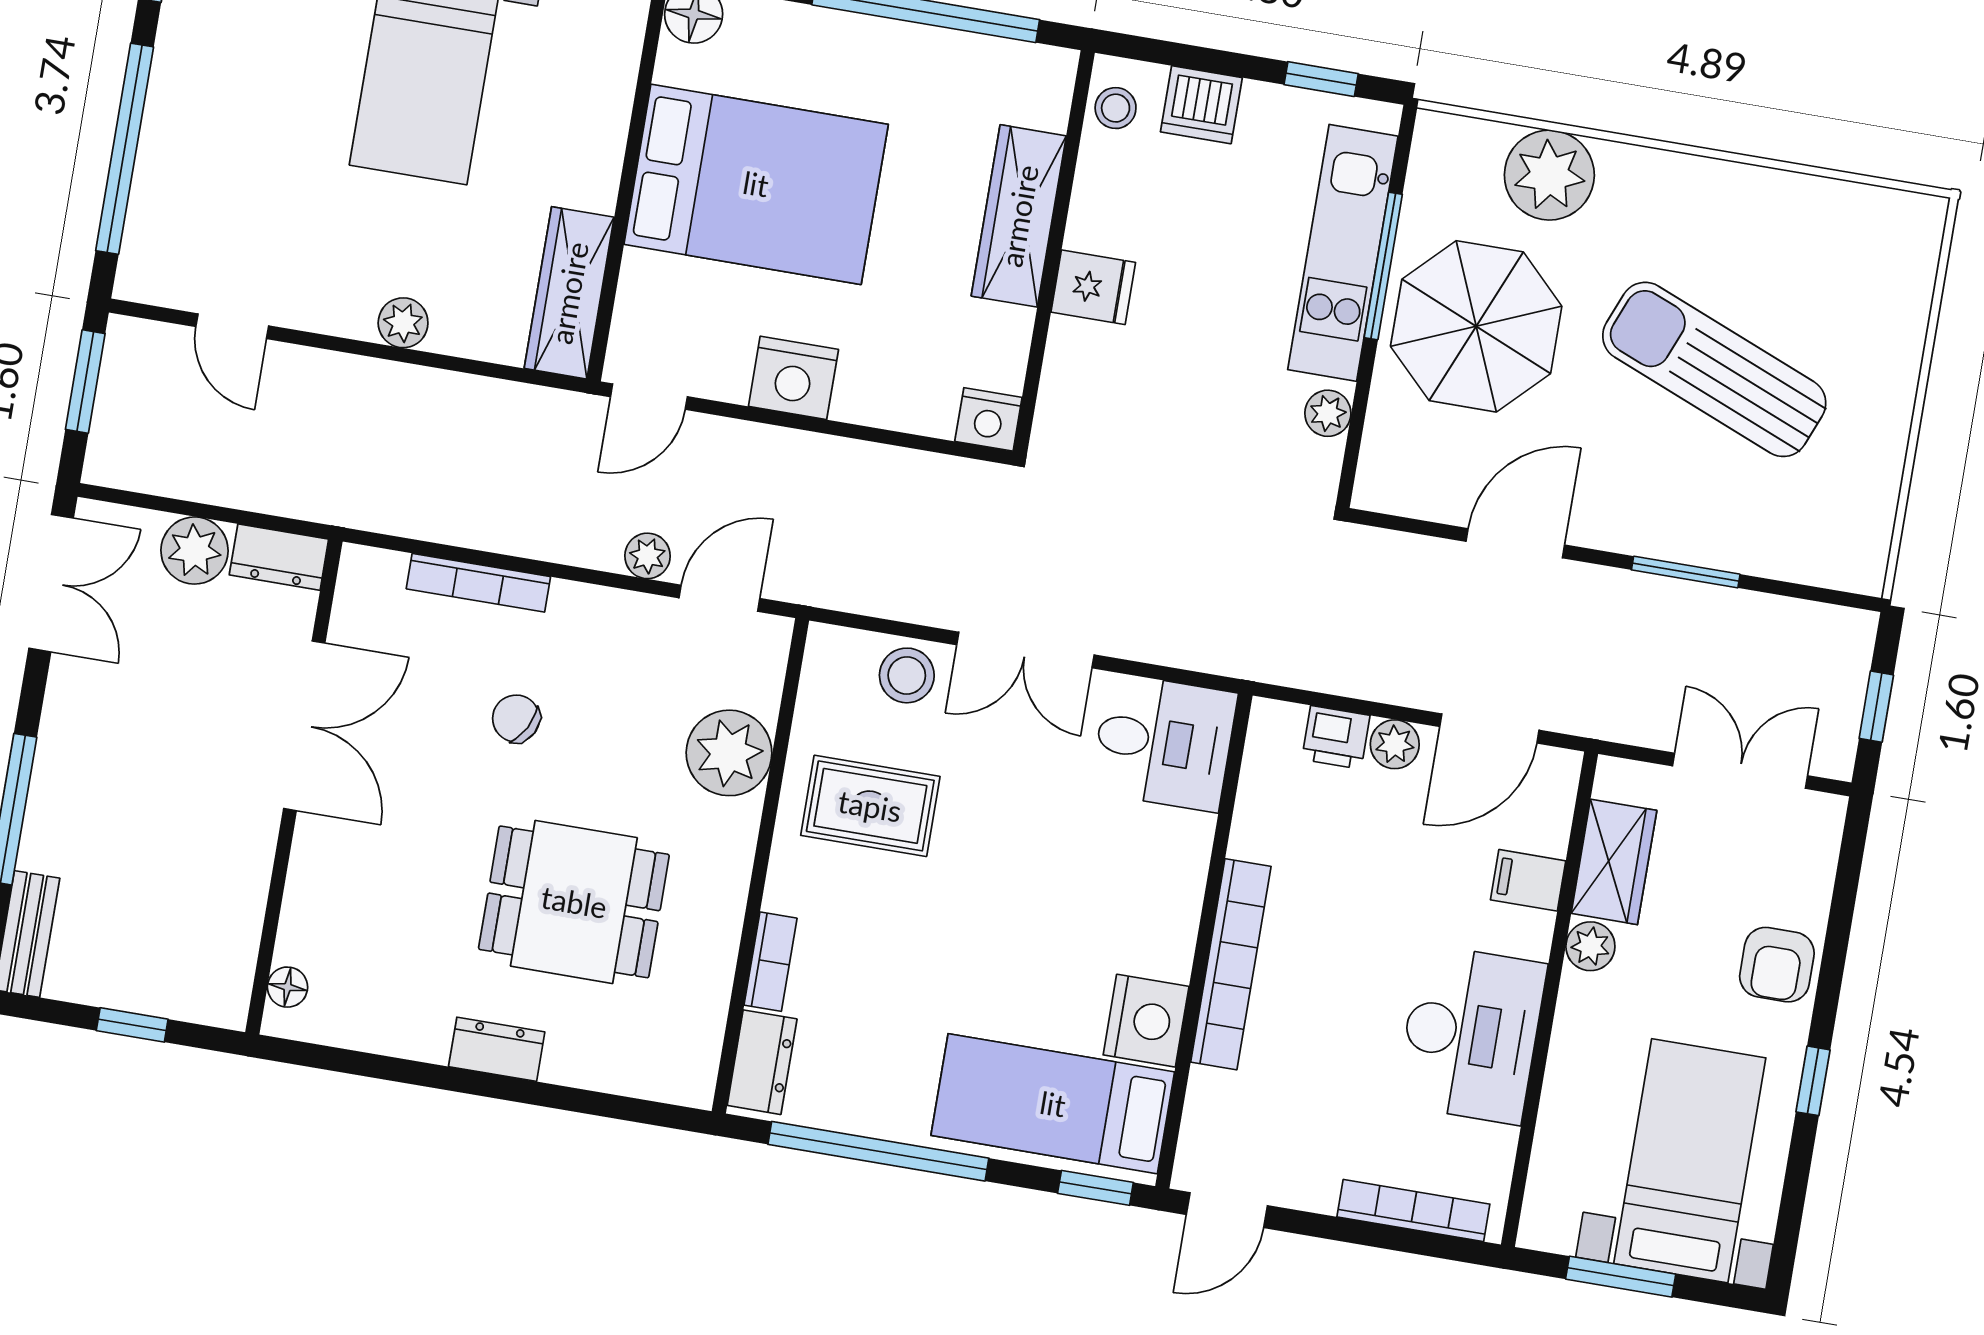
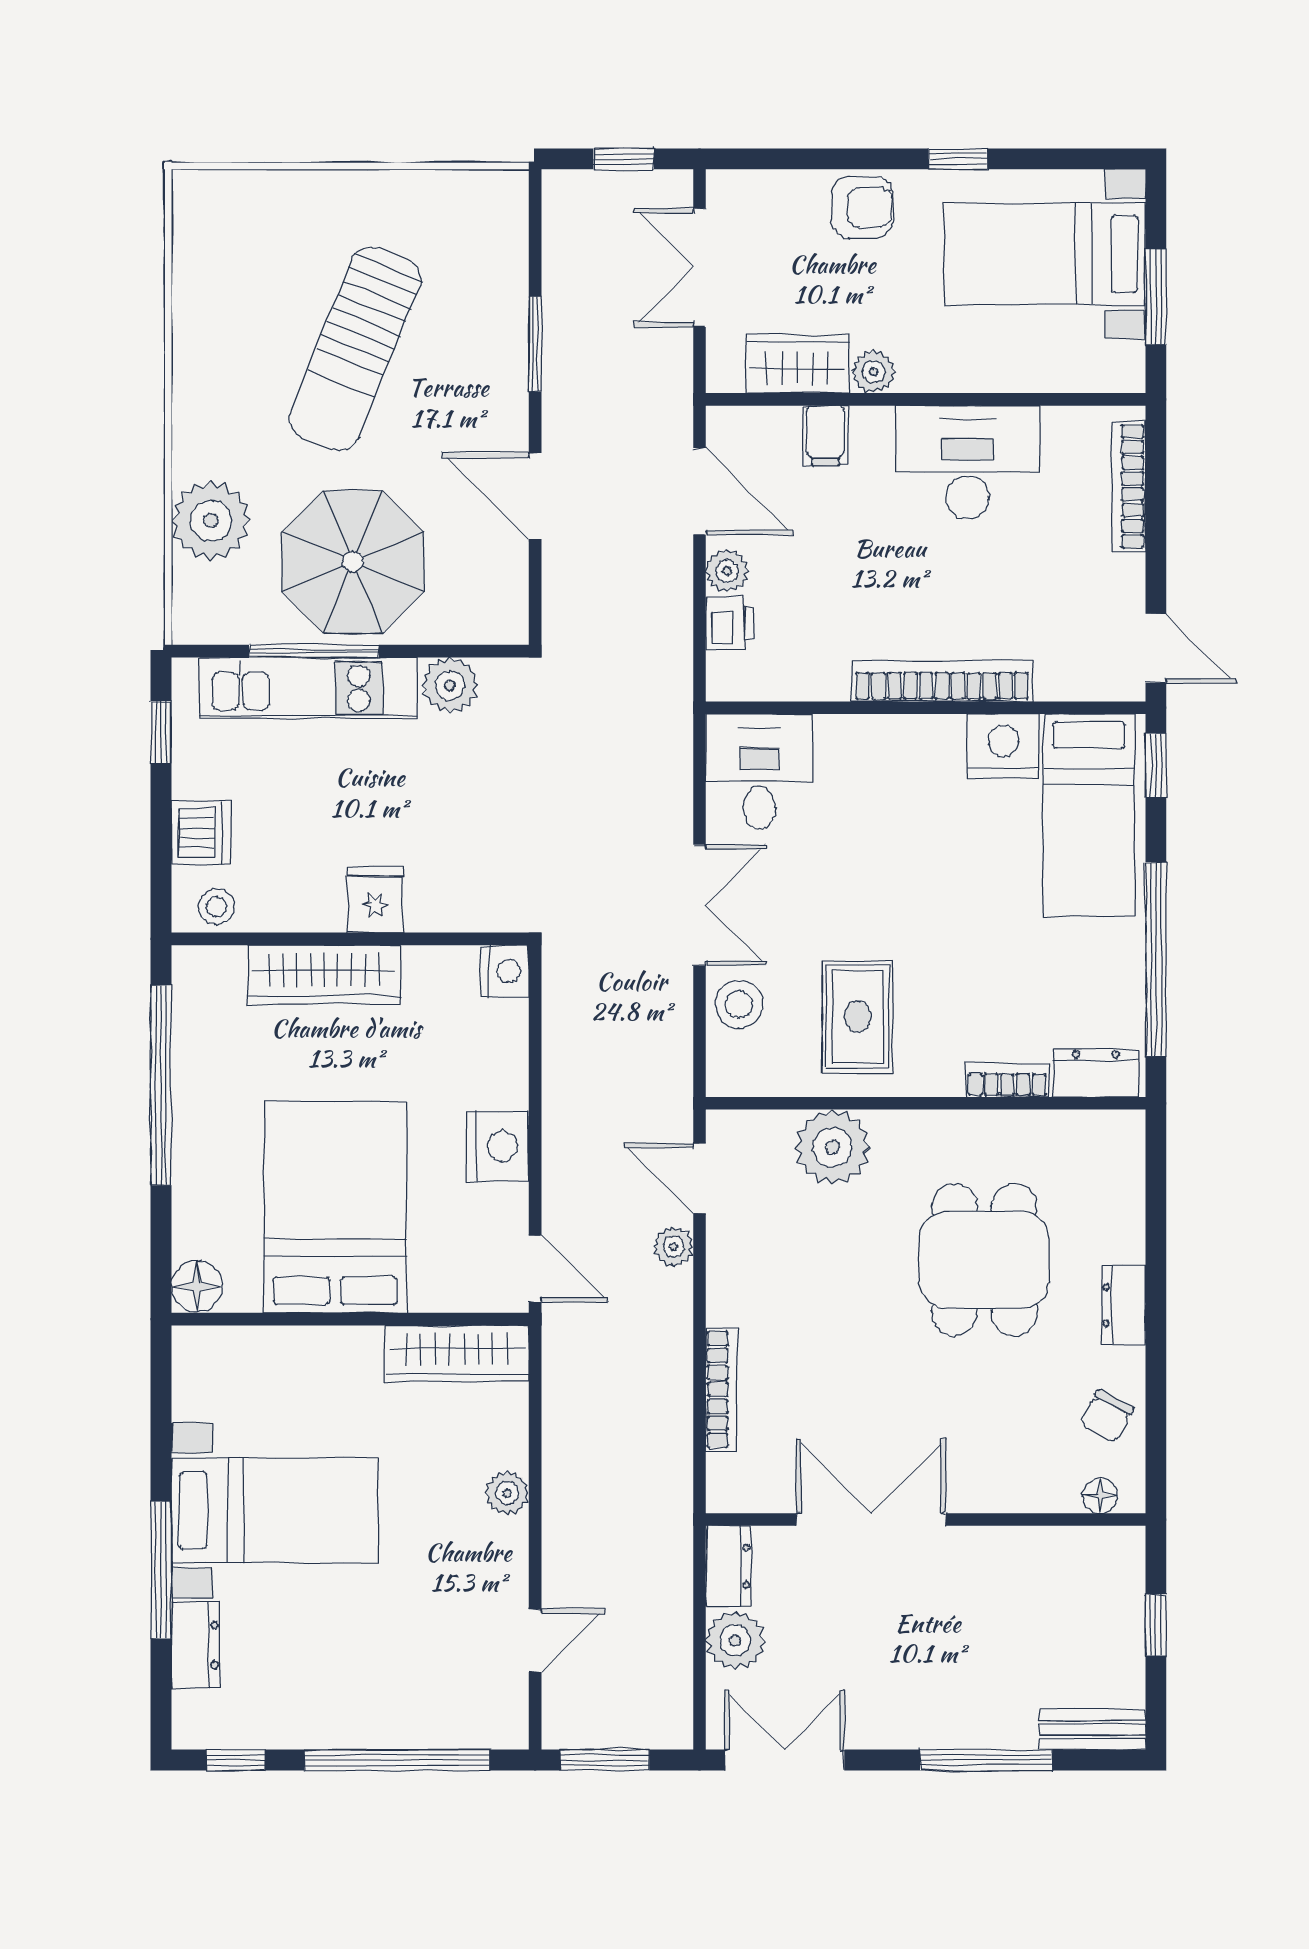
plant: (1328, 413) -> (450, 685), width x1.38, depth x1.38
chair: (516, 719) -> (1107, 1416), moved

